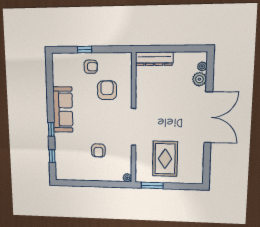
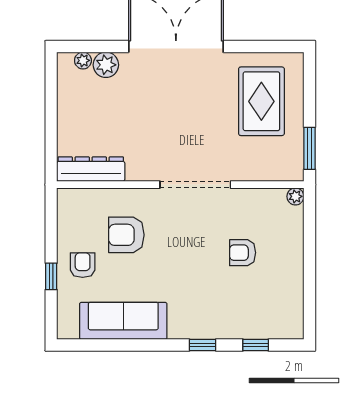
dresser: (154, 59) -> (91, 169), moved, turned -90
sofa: (63, 110) -> (123, 321), moved
armchair: (98, 150) -> (243, 253), turned 180
rug: (165, 159) -> (261, 101), moved, turned 90

